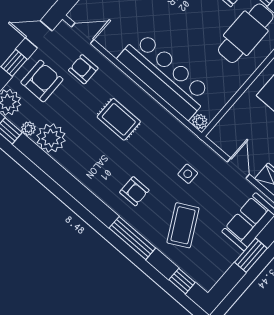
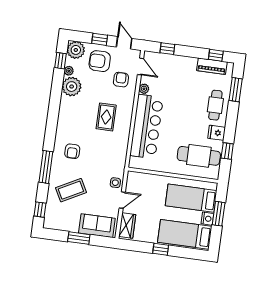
armchair: (42, 81) -> (100, 61), turned 180
plant: (200, 122) -> (144, 89), moved
side table: (188, 174) -> (115, 183), moved

